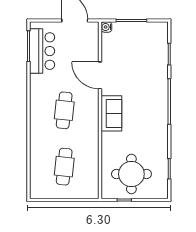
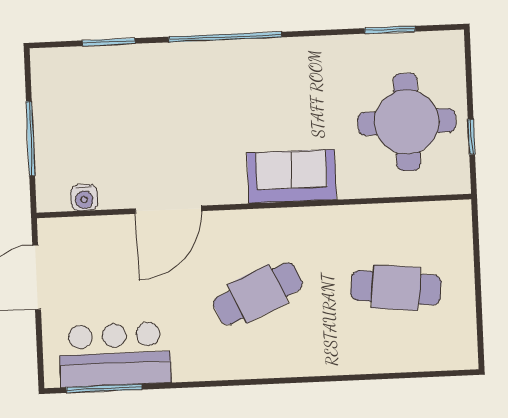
water cooler: (106, 27) -> (84, 198), moved
cafe table: (64, 110) -> (258, 294), turned -30
sofa: (111, 113) -> (292, 176), moved

